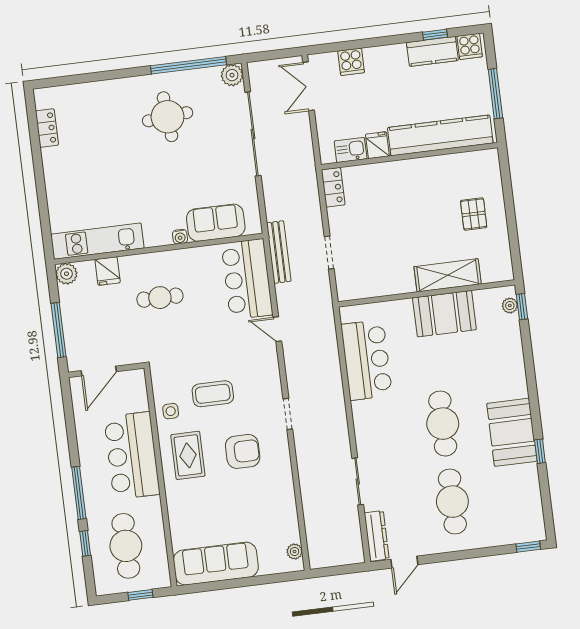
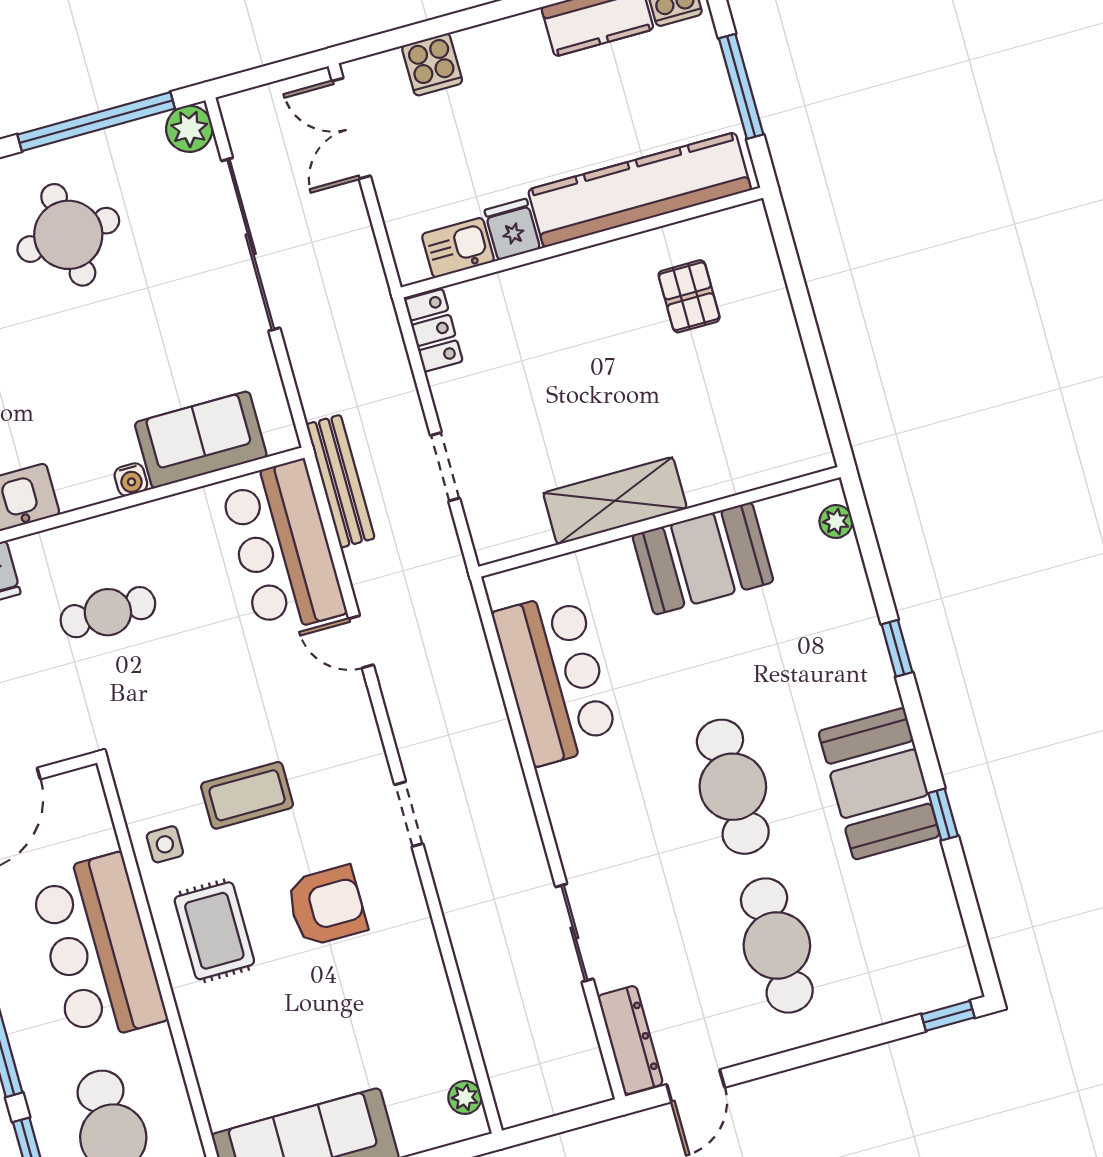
pallet: (474, 214) -> (689, 296), moved
shelving: (448, 275) -> (615, 501), moved
window: (522, 307) -> (897, 648), moved

